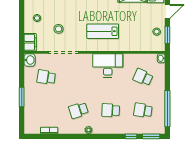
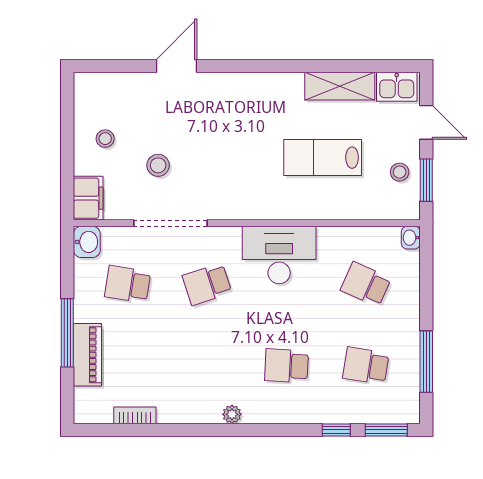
door: (167, 11) -> (426, 122), hinge flipped
lab bench: (103, 31) -> (323, 158), moved
window: (22, 97) -> (67, 333), width x1.44
piano: (30, 106) -> (87, 355), added
window: (167, 109) -> (426, 362), width x0.68
school desk: (78, 110) -> (207, 284), moved

